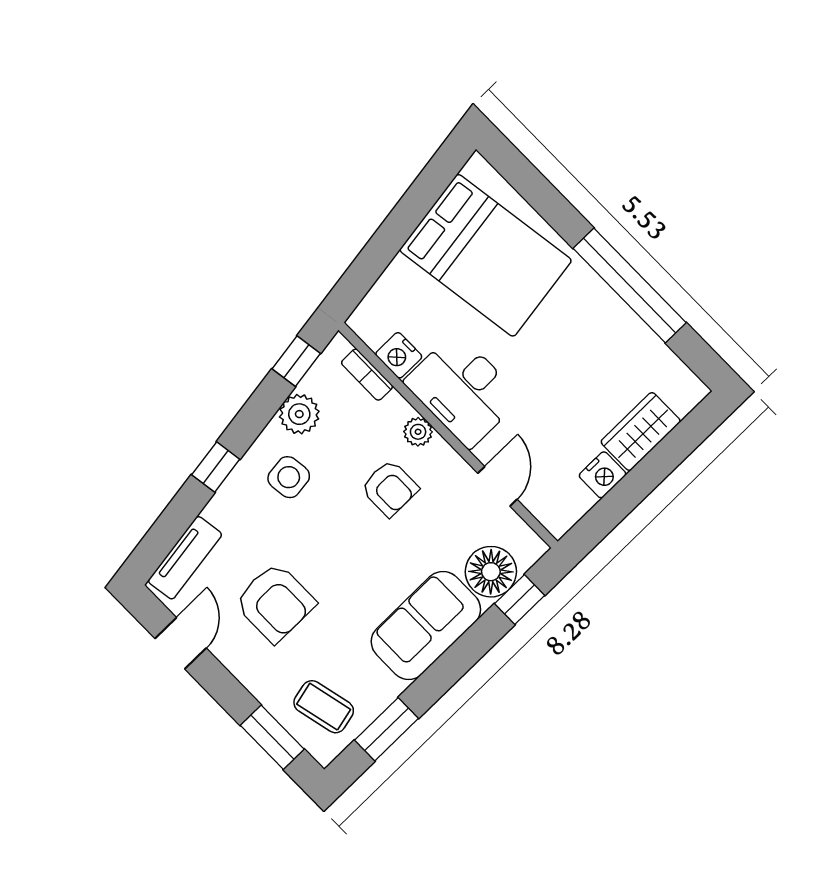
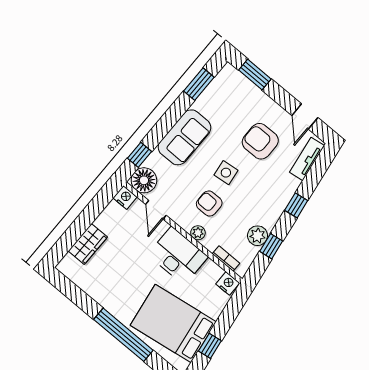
window: (417, 203) -> (210, 346), added
window: (630, 286) -> (123, 335), moved
nightstand: (399, 355) -> (228, 283), moved
window: (296, 361) -> (271, 246), moved
nightstand: (603, 475) -> (125, 197), moved, turned 90
side table: (289, 477) -> (226, 173), moved
floor lamp: (491, 572) -> (144, 180), moved
coffee table: (324, 707) -> (231, 92), removed

